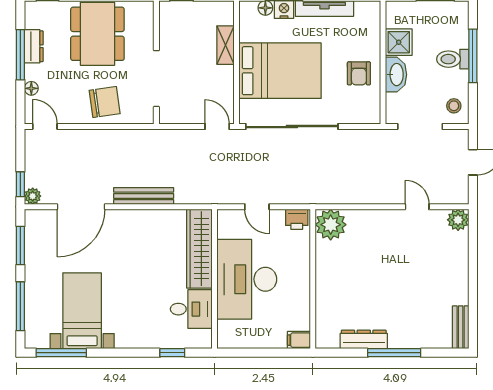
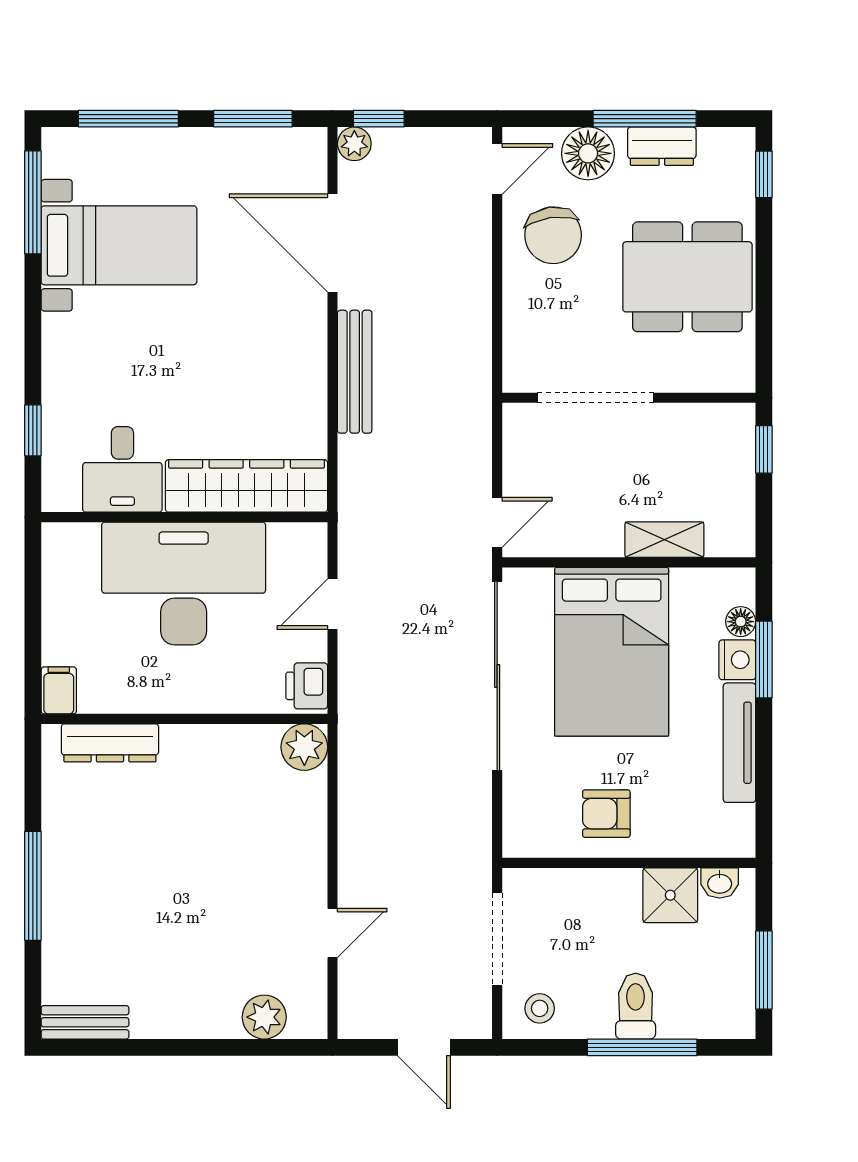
washbasin: (396, 75) -> (720, 883), moved, width x0.52, depth x0.69
floor lamp: (31, 88) -> (588, 153), width x1.89, depth x1.89
chair: (105, 102) -> (553, 235), moved
plant: (458, 220) -> (264, 1017), moved
plant: (331, 225) -> (304, 747), width x0.73, depth x0.73
dresser: (364, 339) -> (110, 743), moved, turned 90

